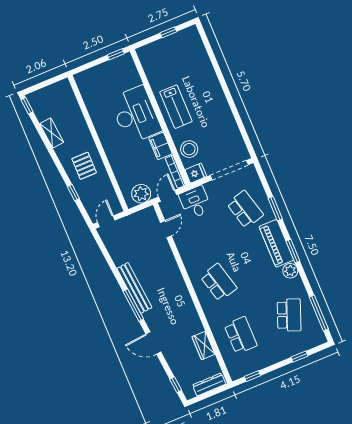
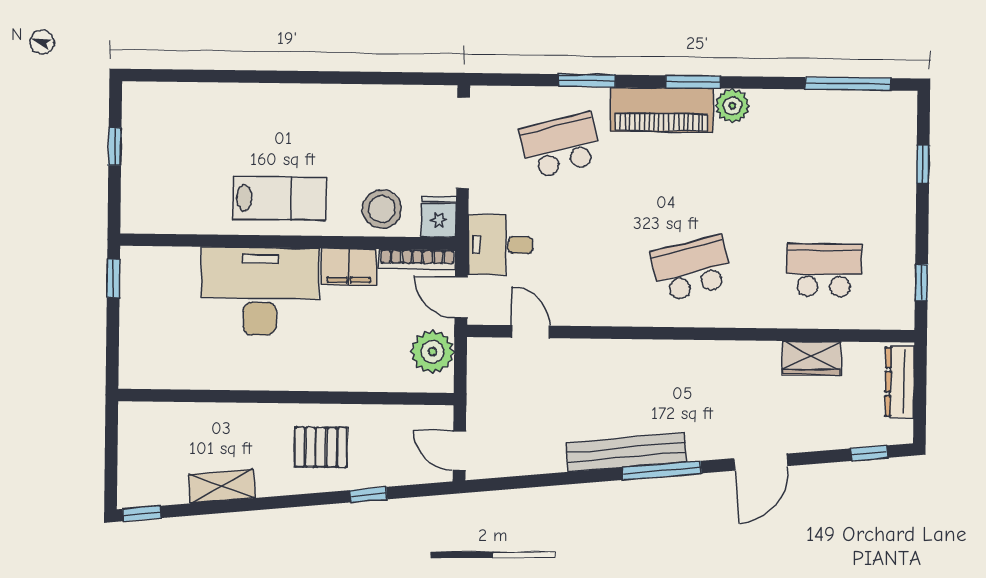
school desk: (289, 315) -> (825, 149), removed

